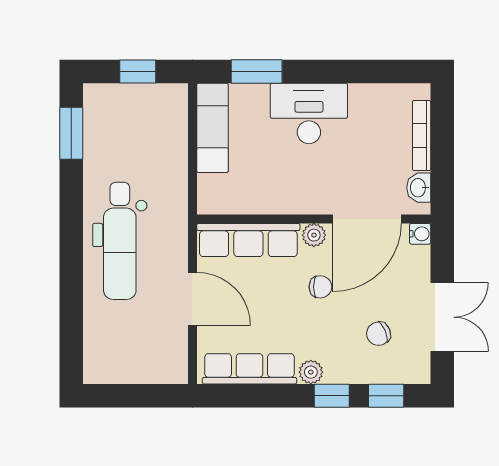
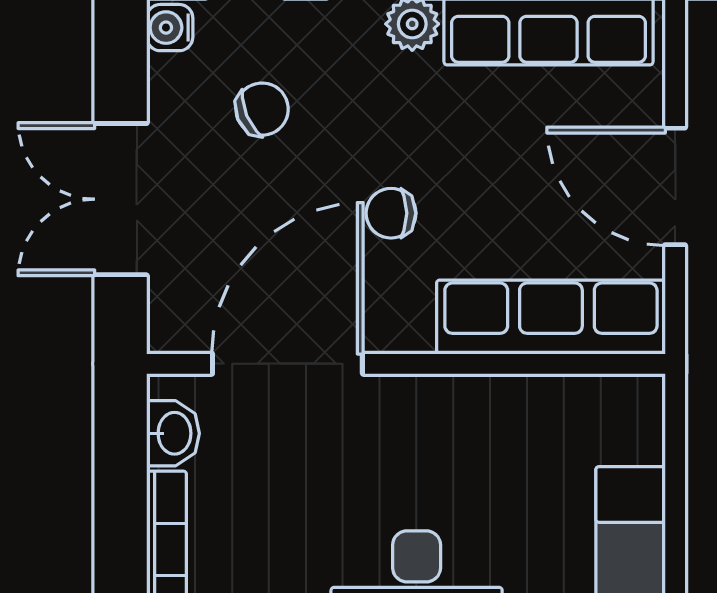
water cooler: (420, 234) -> (170, 28), moved
plant: (314, 235) -> (405, 328), removed
double door: (442, 317) -> (121, 199), moved

